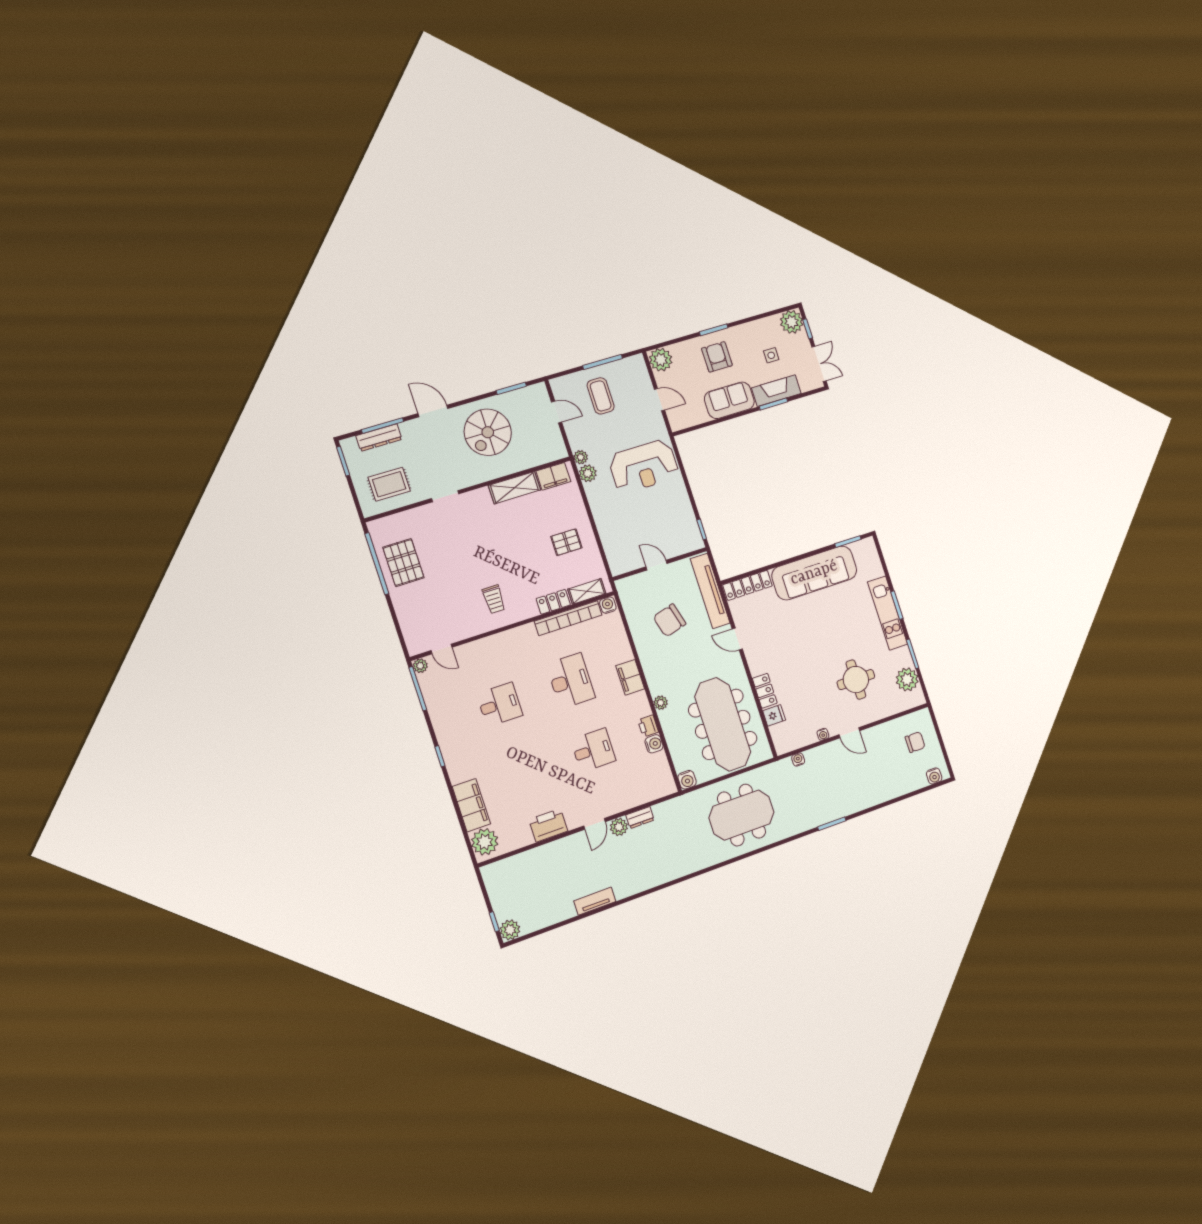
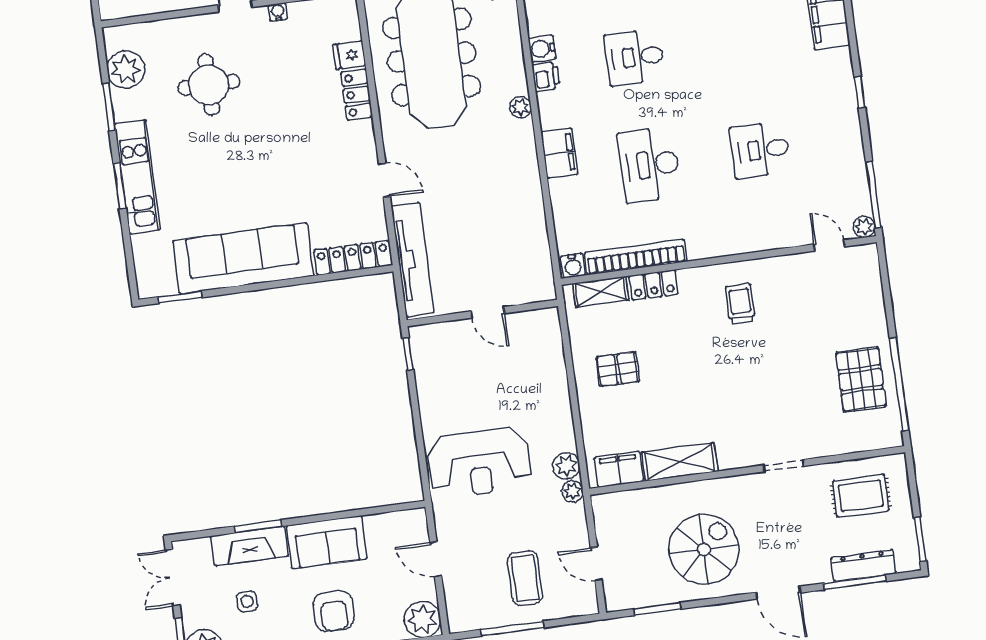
reception desk: (644, 466) -> (479, 463), turned 180
chair: (670, 620) -> (484, 227), removed

